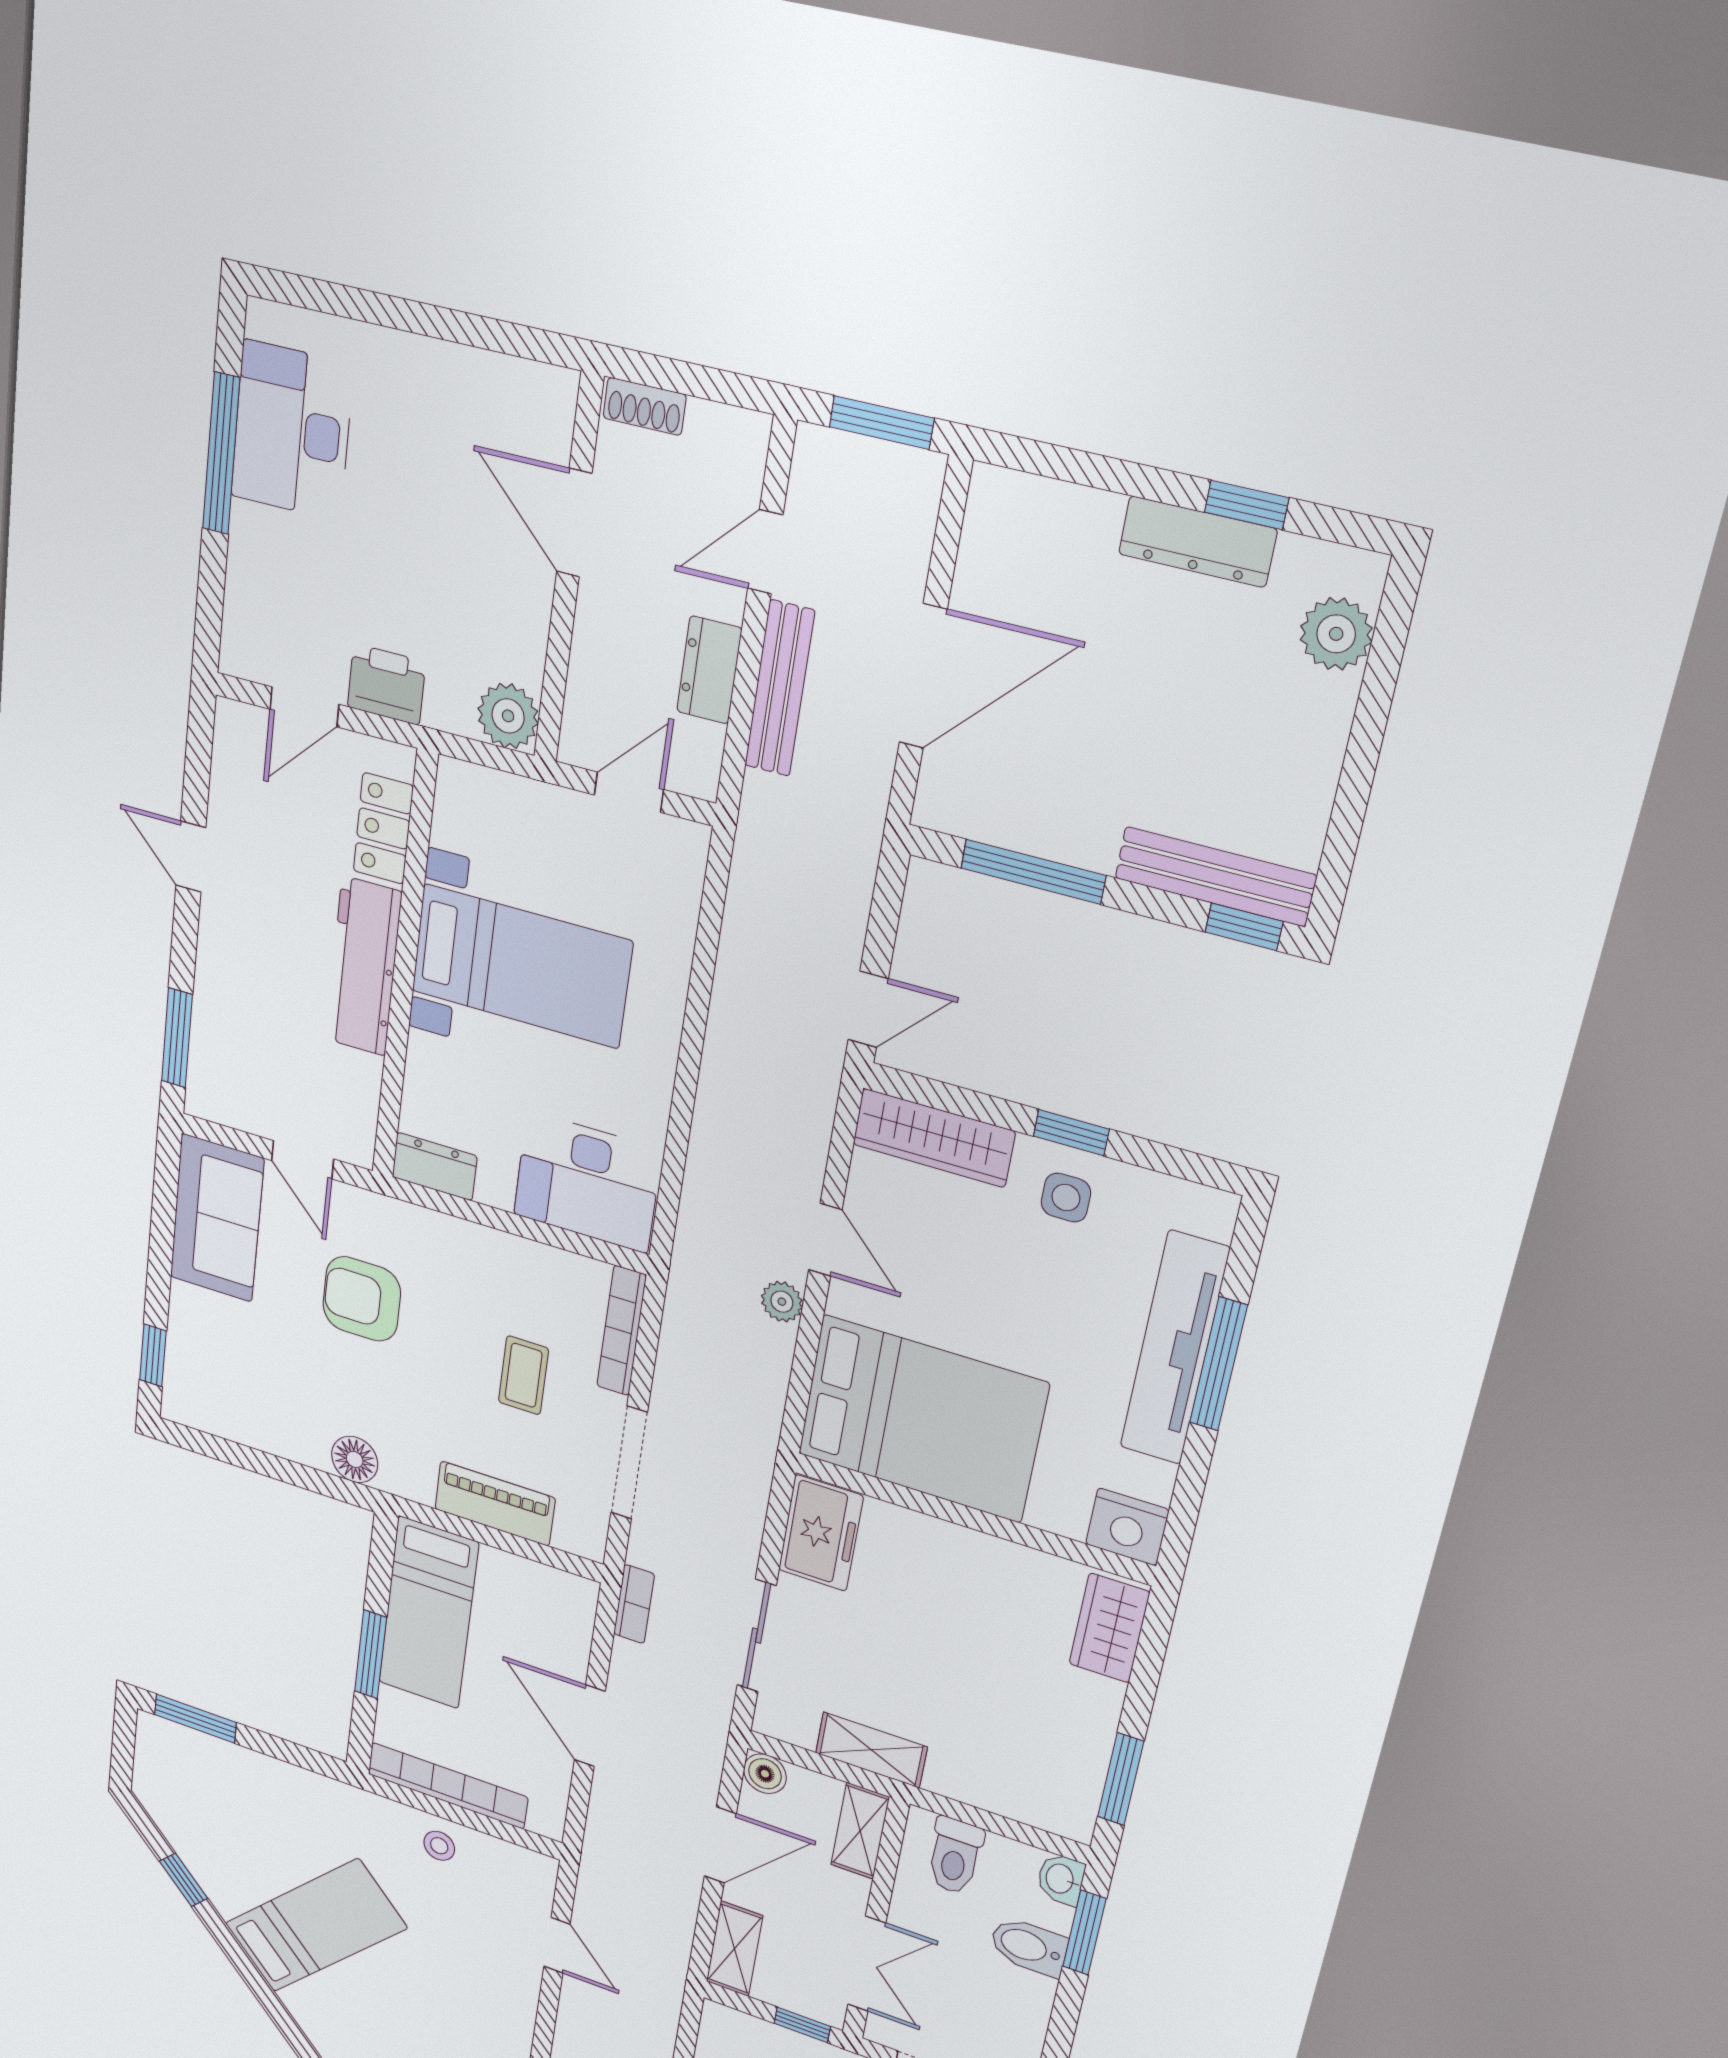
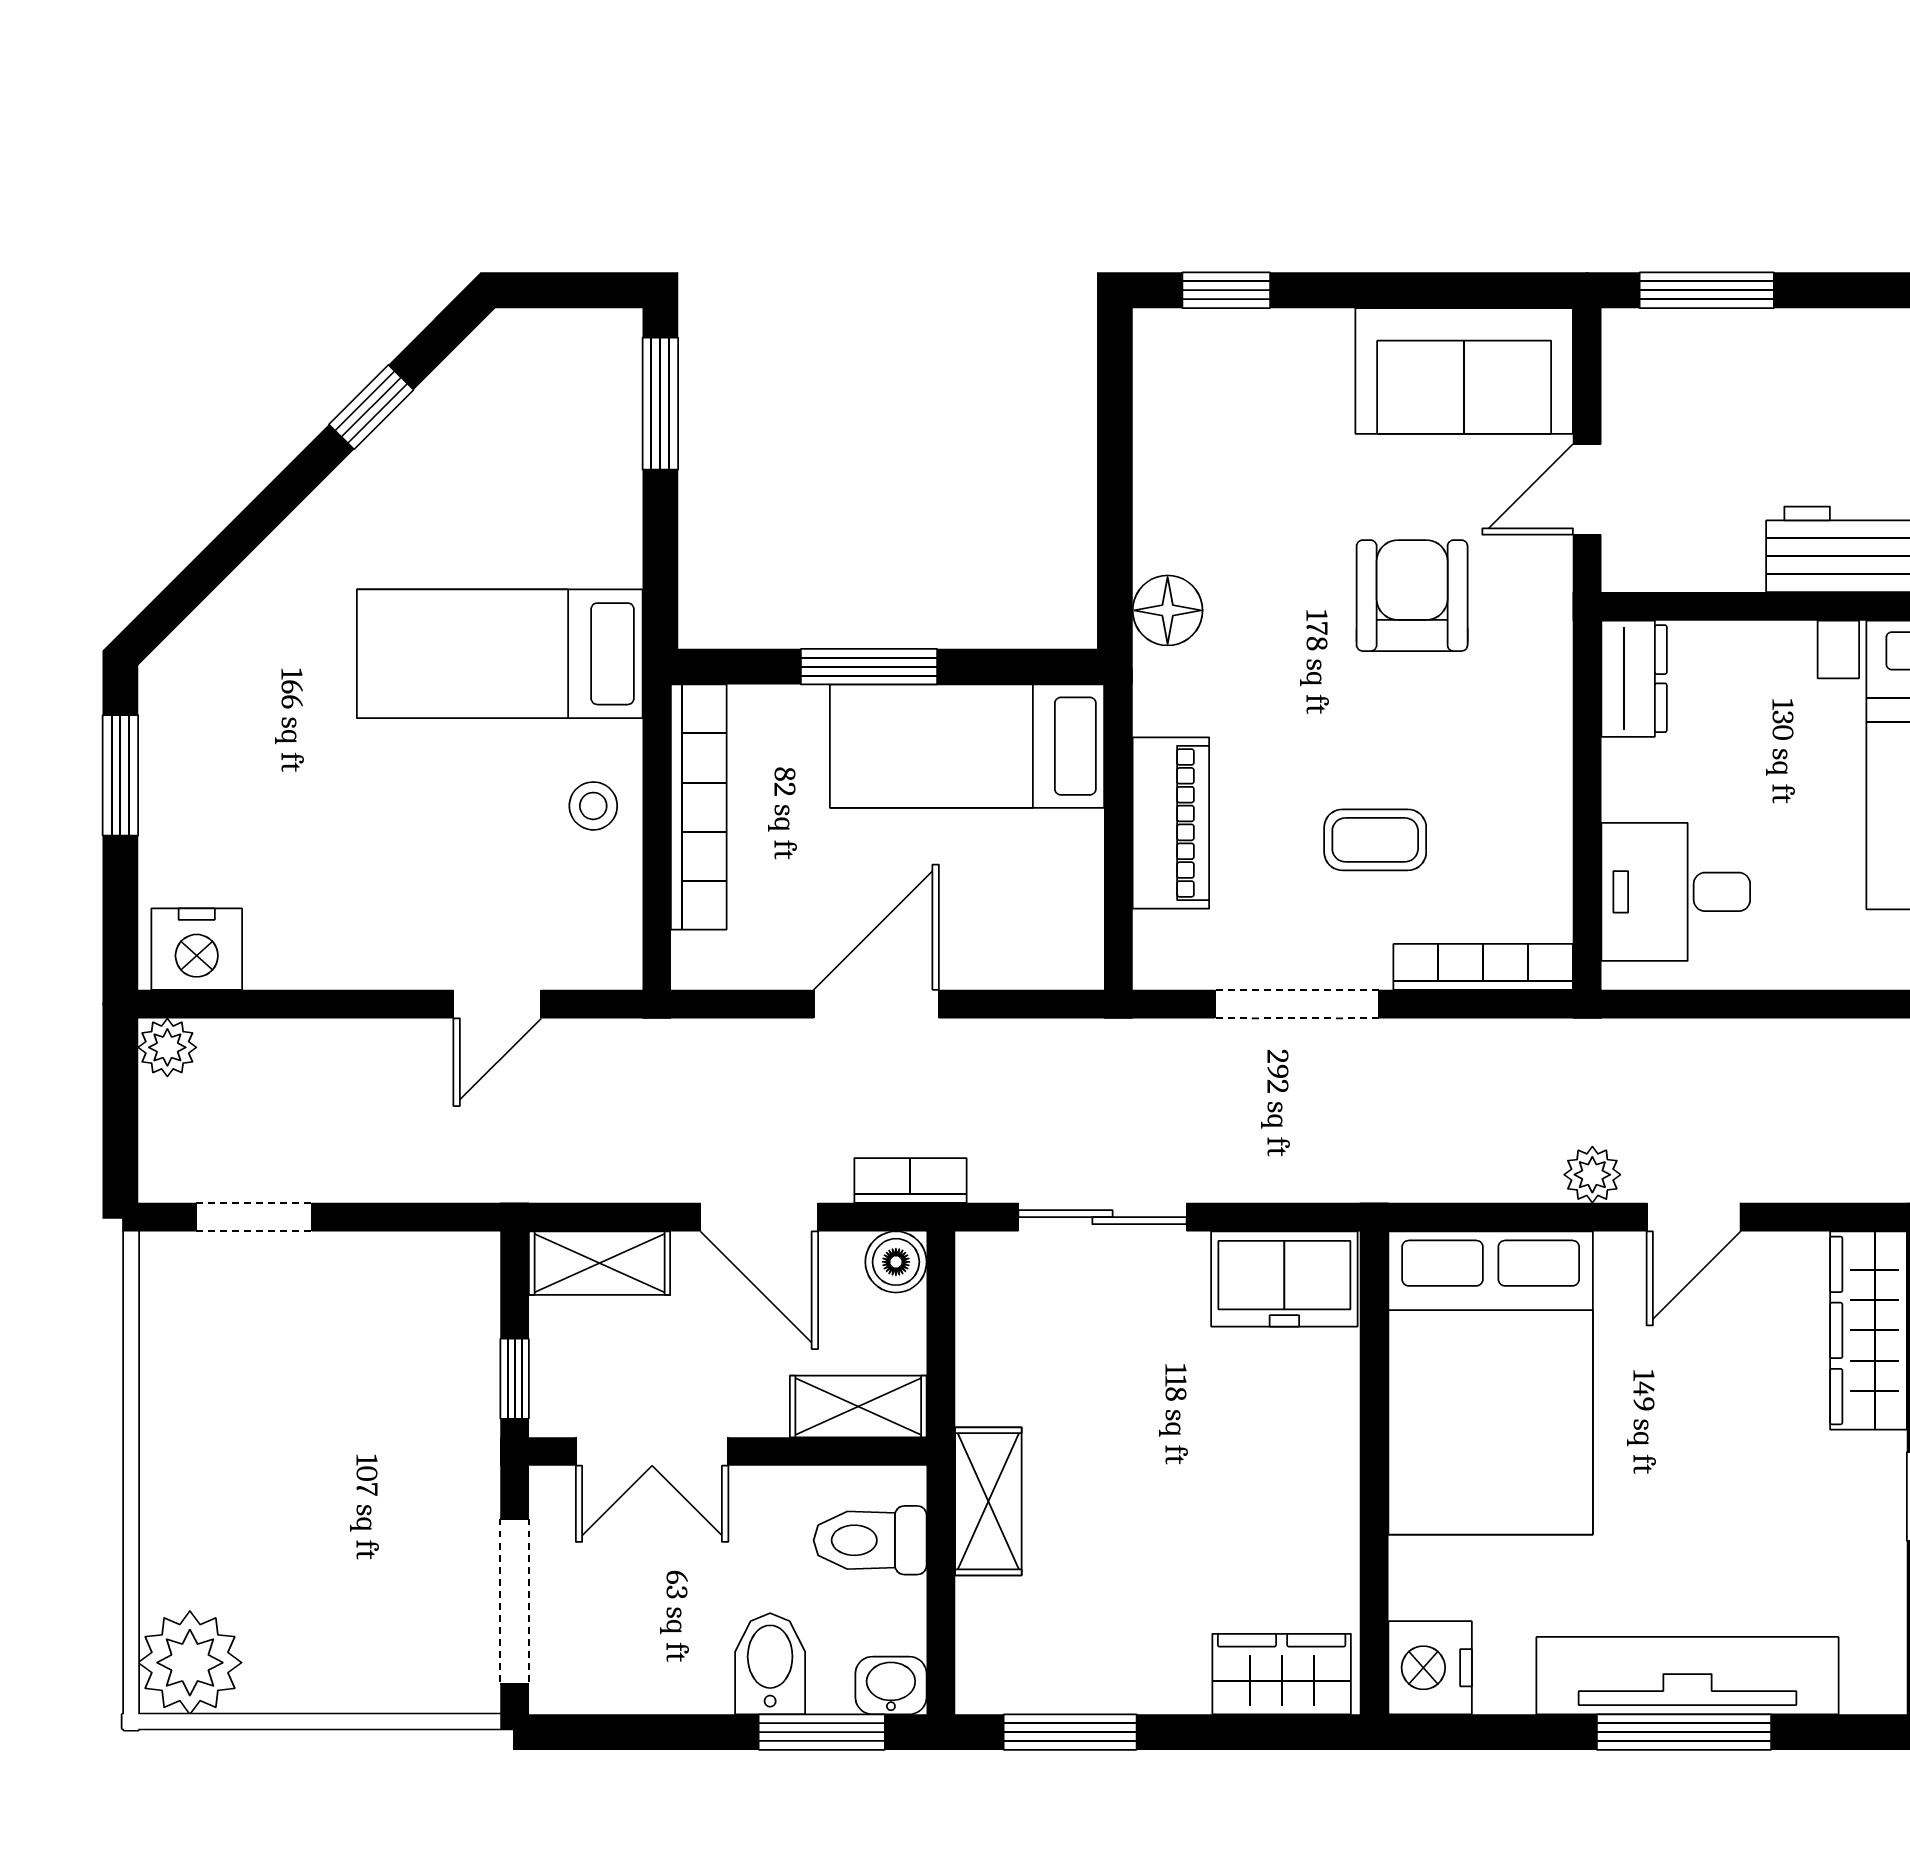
desk: (587, 1182) -> (1676, 892), width x0.73
side table: (1066, 1198) -> (1841, 1506), removed
bookcase: (634, 1604) -> (910, 1180), moved, turned 180
shelving: (871, 1750) -> (988, 1501), moved
bed: (316, 1926) -> (500, 654), moved, turned 135

